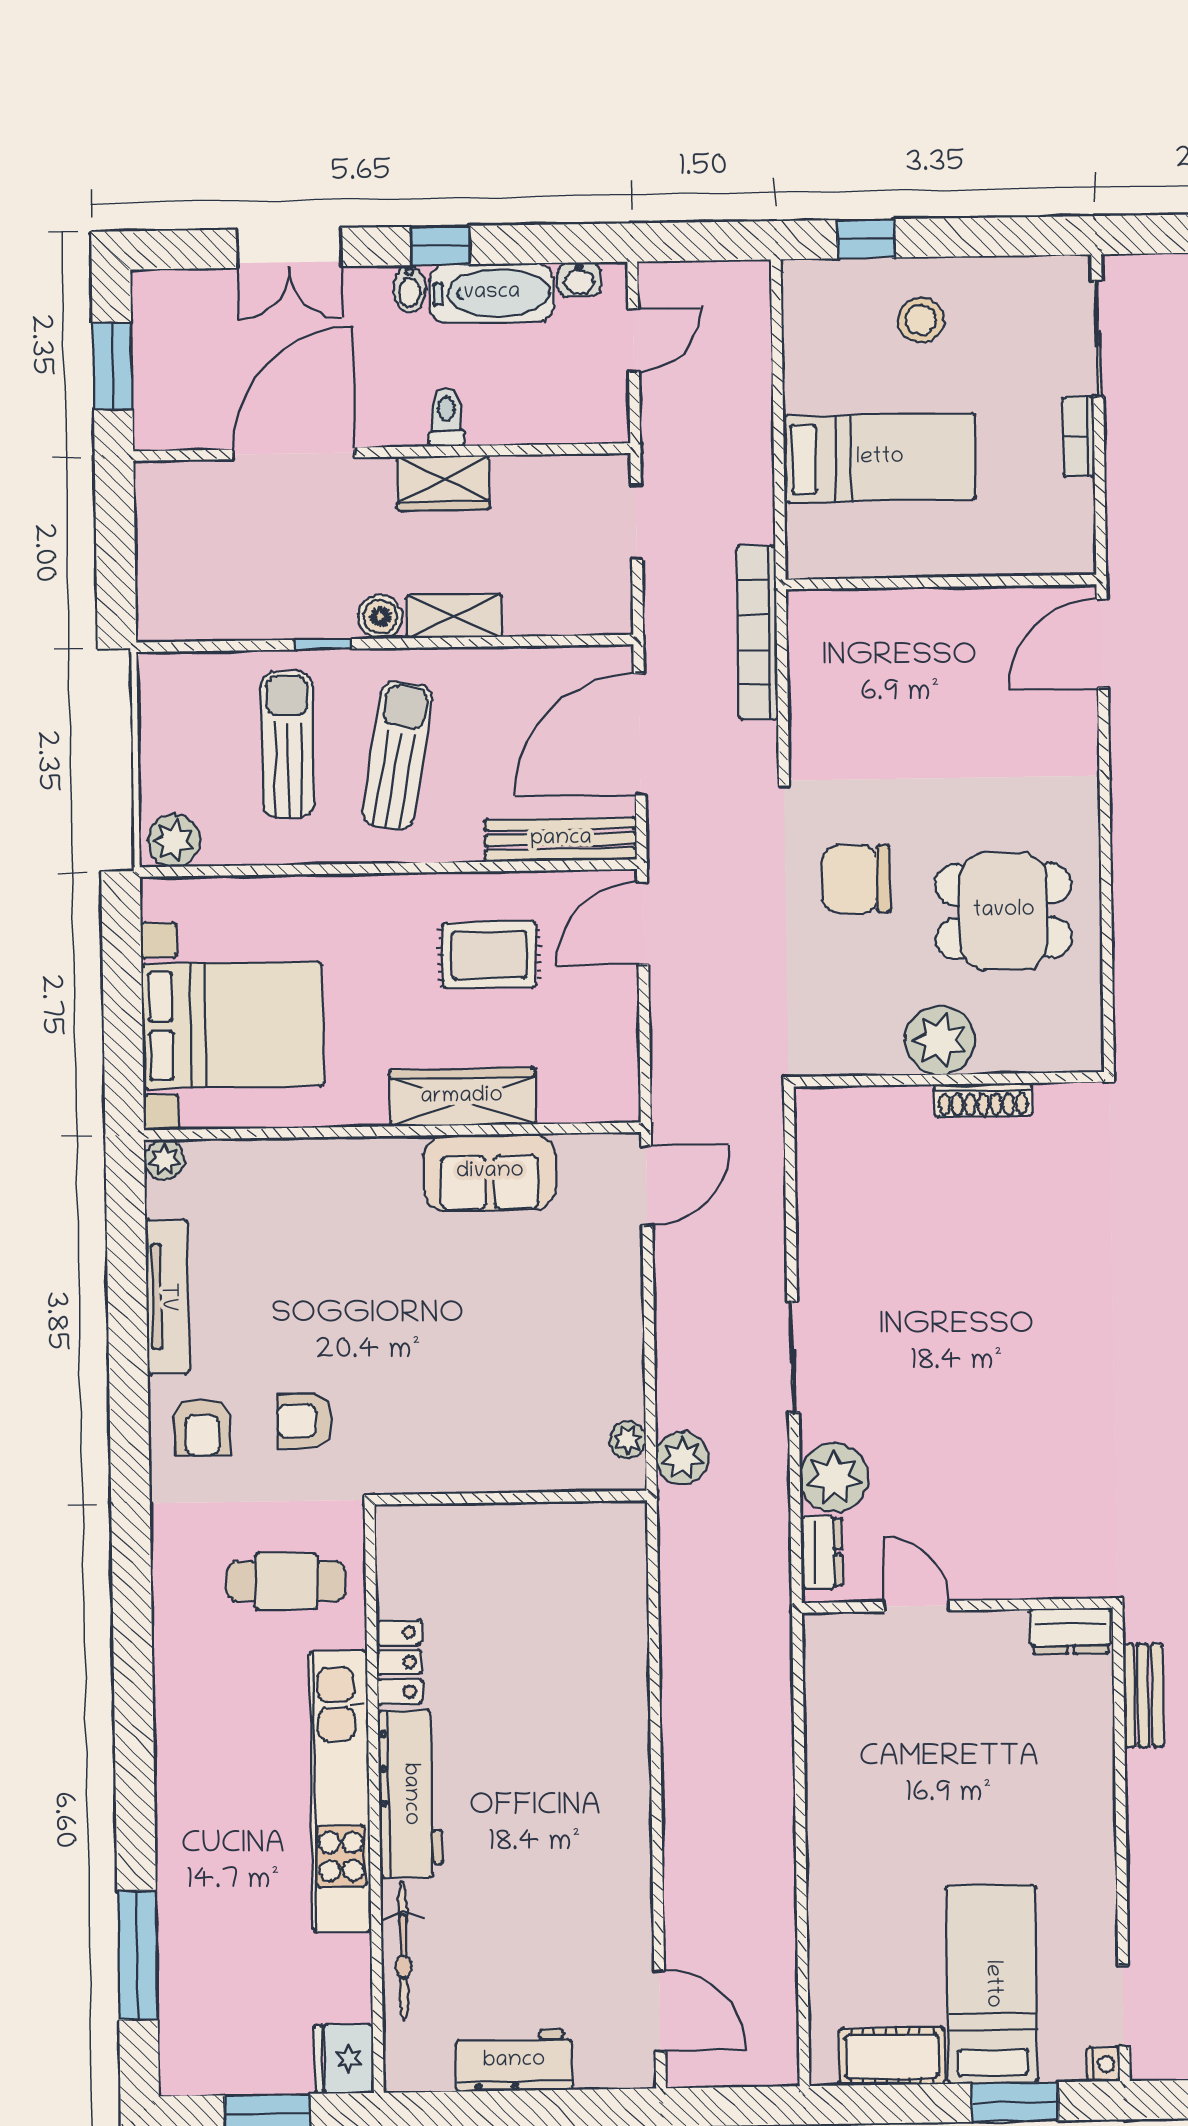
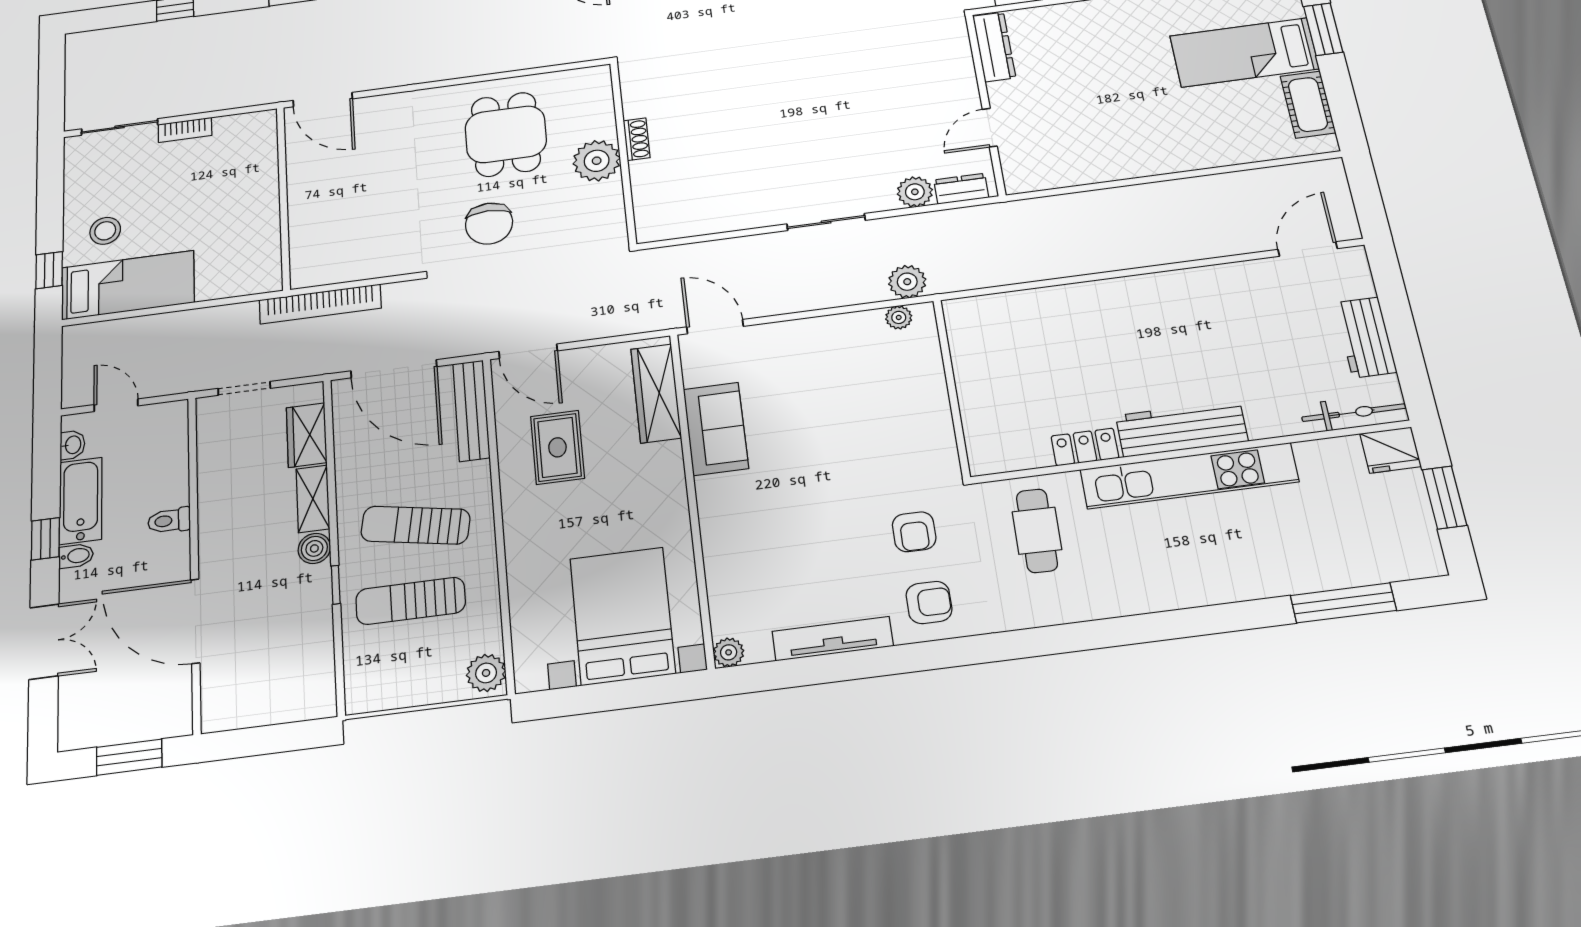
bed: (880, 458) -> (128, 285), moved, turned 90
wardrobe: (443, 483) -> (307, 435), moved, turned 180
wardrobe: (462, 1097) -> (656, 393), moved
shoe rack: (983, 1100) -> (637, 139), width x0.70
plant: (834, 1478) -> (915, 192), width x0.73, depth x0.73
dresser: (1071, 1631) -> (994, 47), width x1.44
bicycle: (403, 1950) -> (1354, 413), moved

